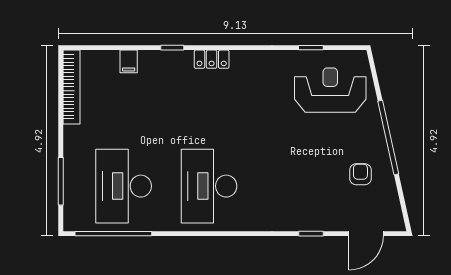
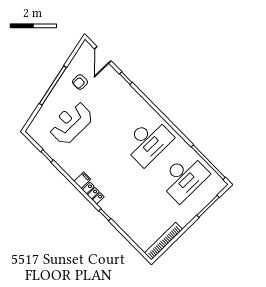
filing cabinet: (129, 61) -> (82, 180), moved
reception desk: (330, 90) -> (71, 123), moved, turned 90
door: (366, 234) -> (103, 55), swing flipped

